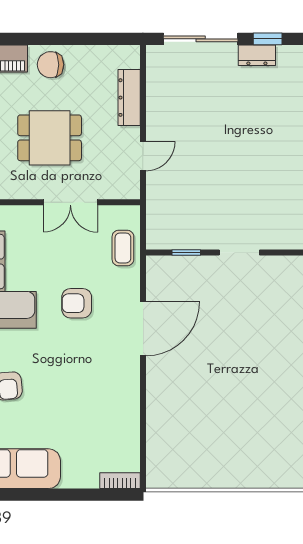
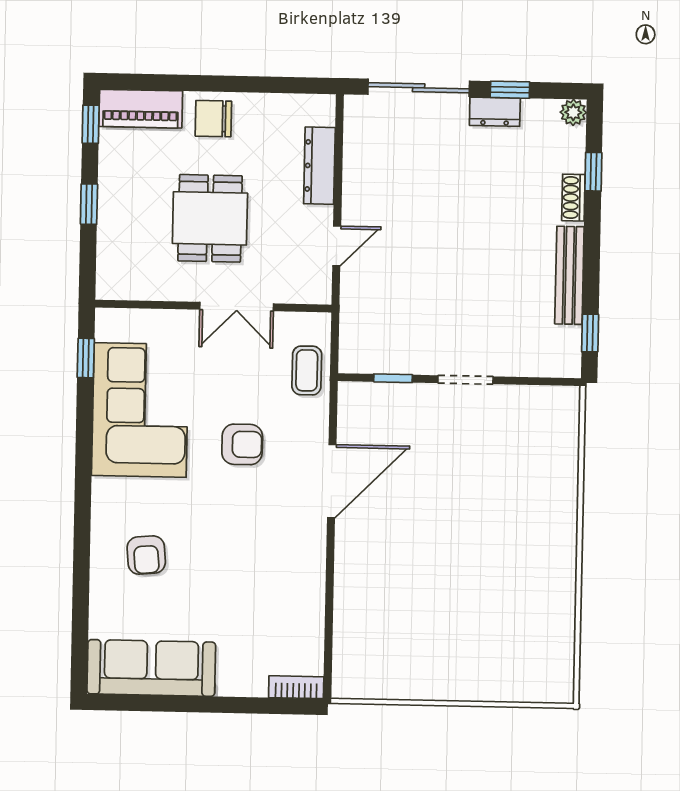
dining table: (50, 138) -> (210, 218), turned 90
armchair: (77, 303) -> (242, 444), turned 180

